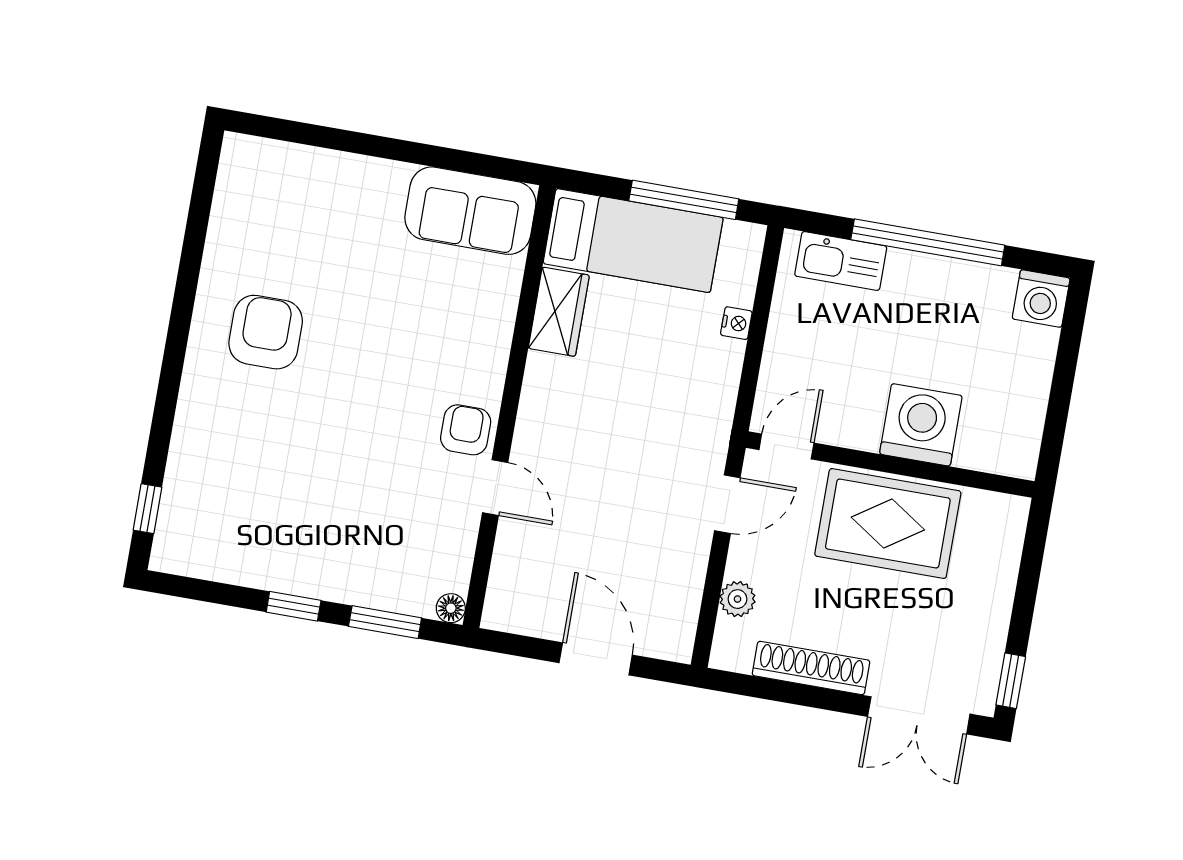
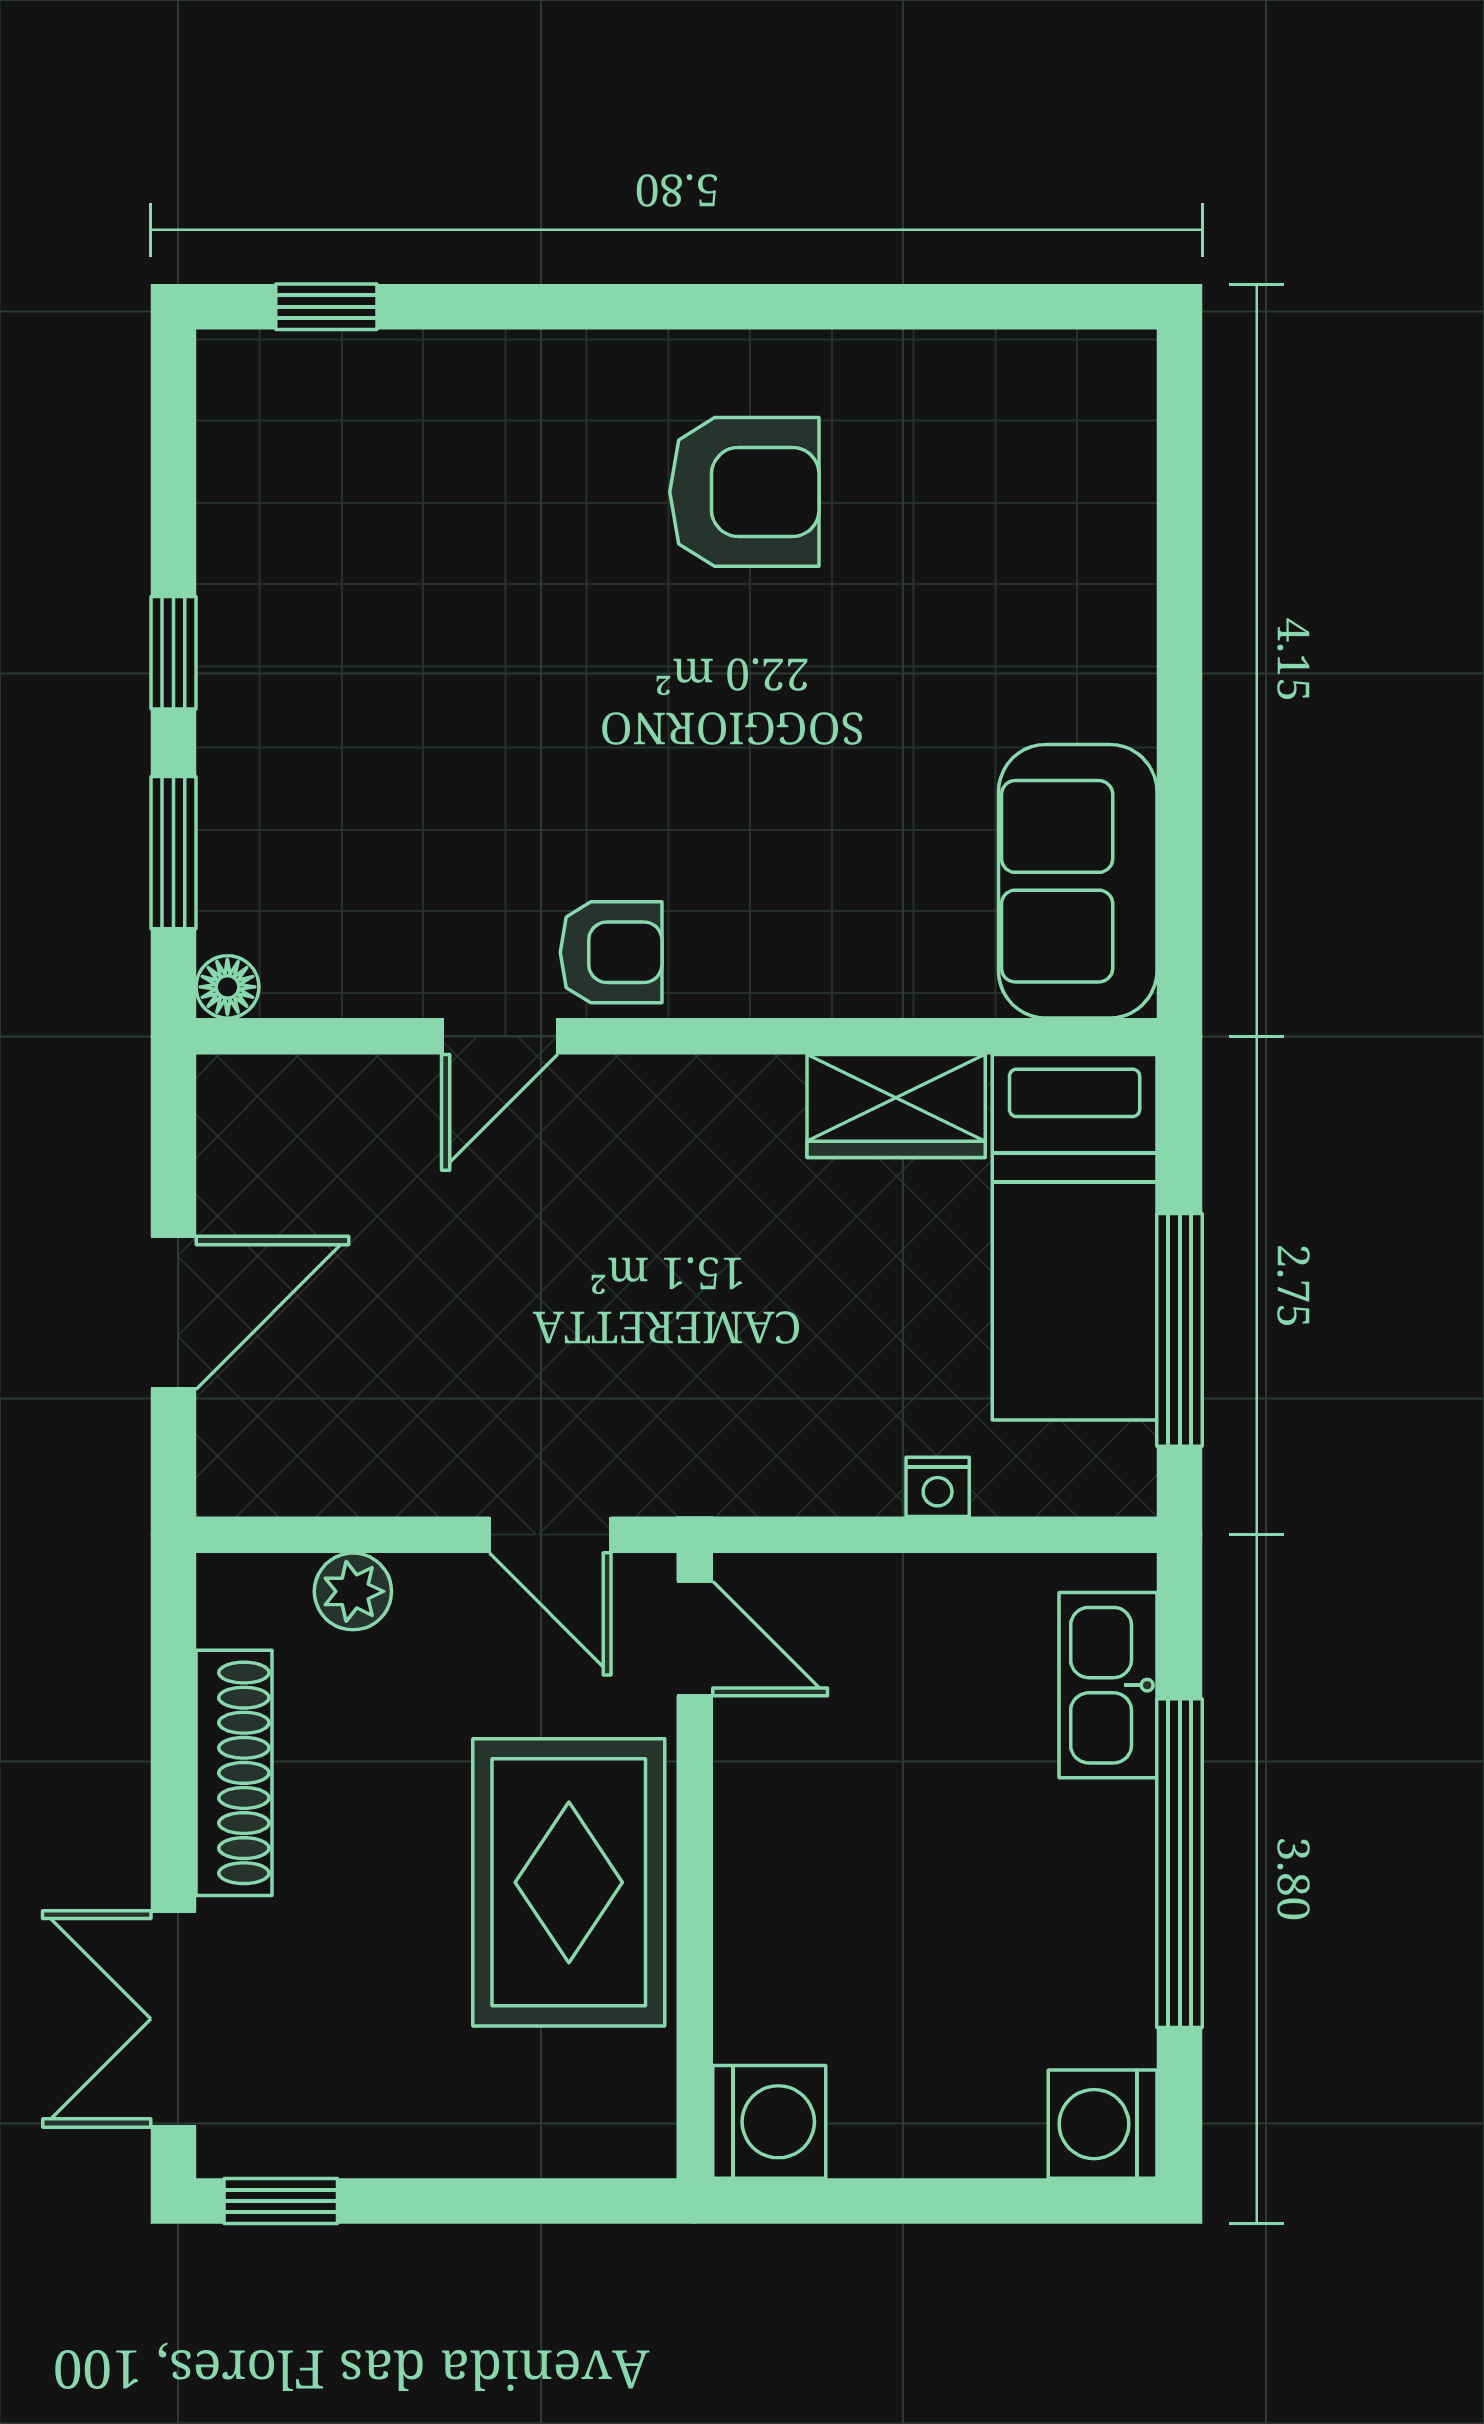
washing machine: (921, 425) -> (769, 2122), moved, width x0.73, depth x0.73

